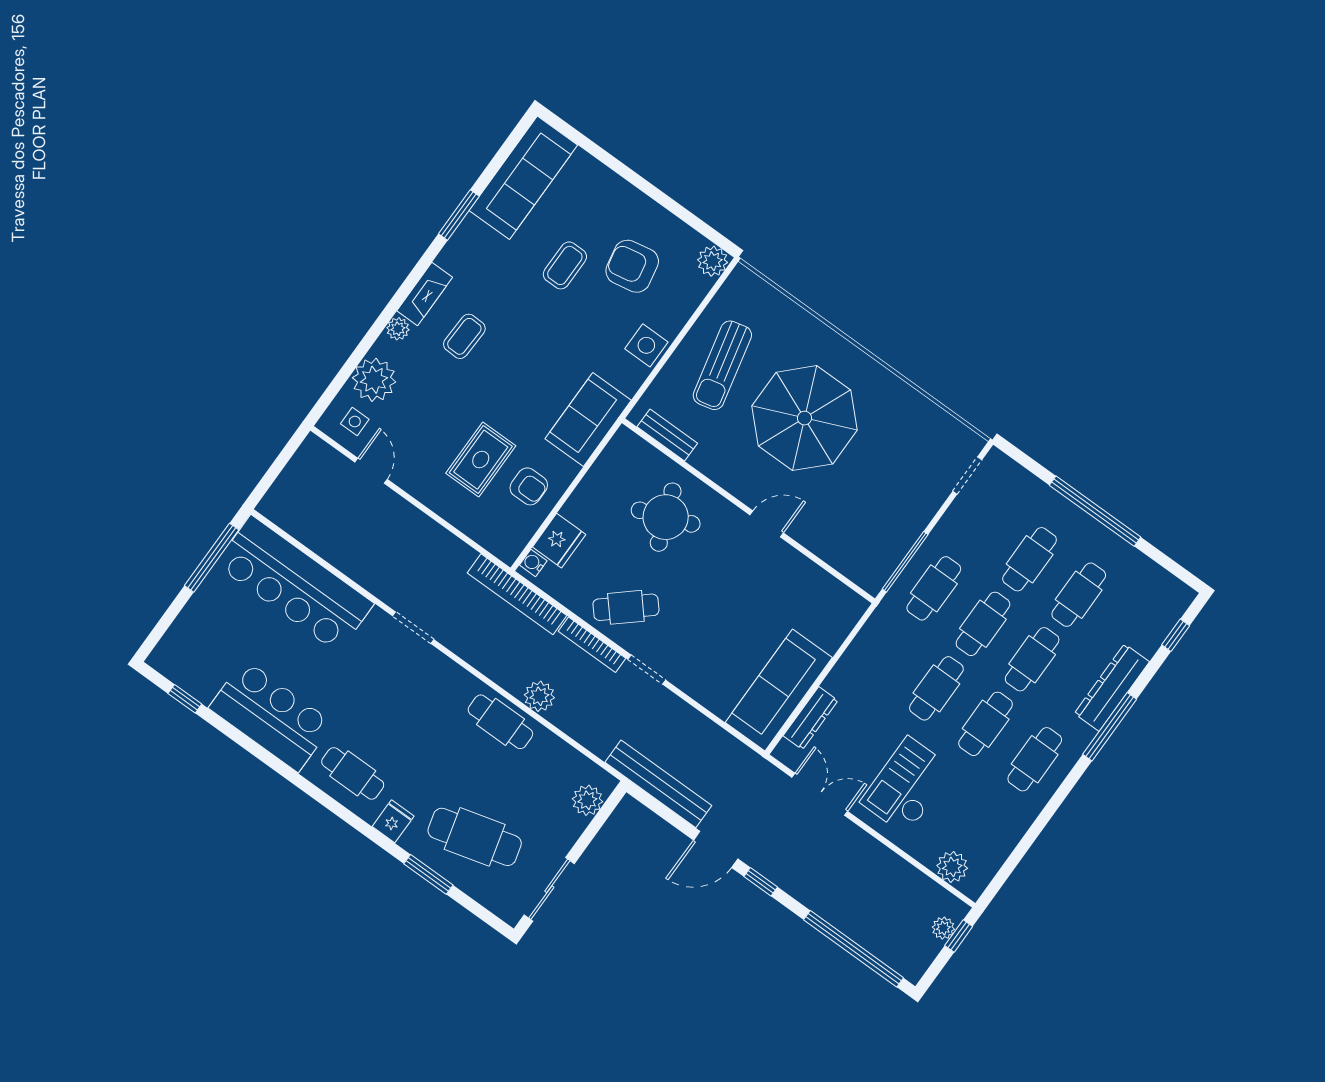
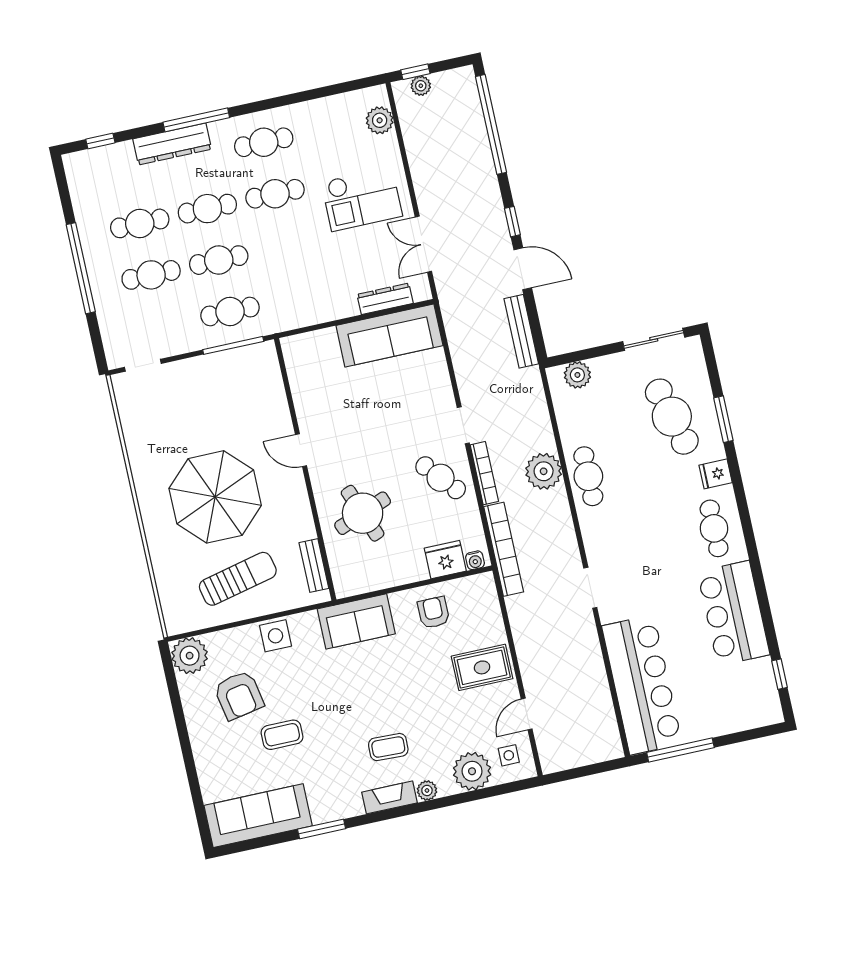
plant: (713, 261) -> (190, 656), width x1.36, depth x1.36
rug: (481, 460) -> (482, 667), moved
cafe table: (936, 688) -> (286, 245), removed
plant: (539, 696) -> (544, 471), width x1.36, depth x1.36
bench: (658, 784) -> (521, 331), width x0.73, depth x0.82

